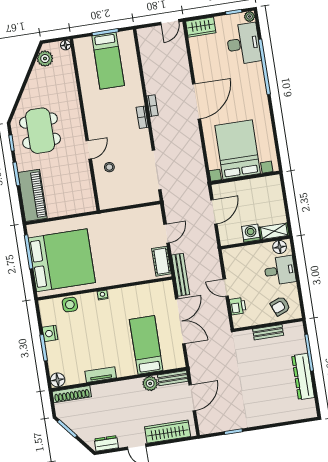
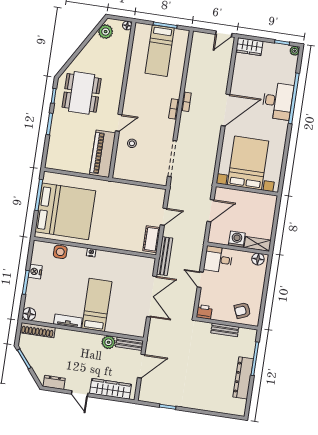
desk: (243, 44) -> (278, 101), moved
piano: (32, 195) -> (103, 154), moved, turned 180
desk: (280, 271) -> (218, 259), moved, turned 180
printer: (238, 306) -> (204, 312), moved, turned -90
bed: (146, 345) -> (97, 305), moved

